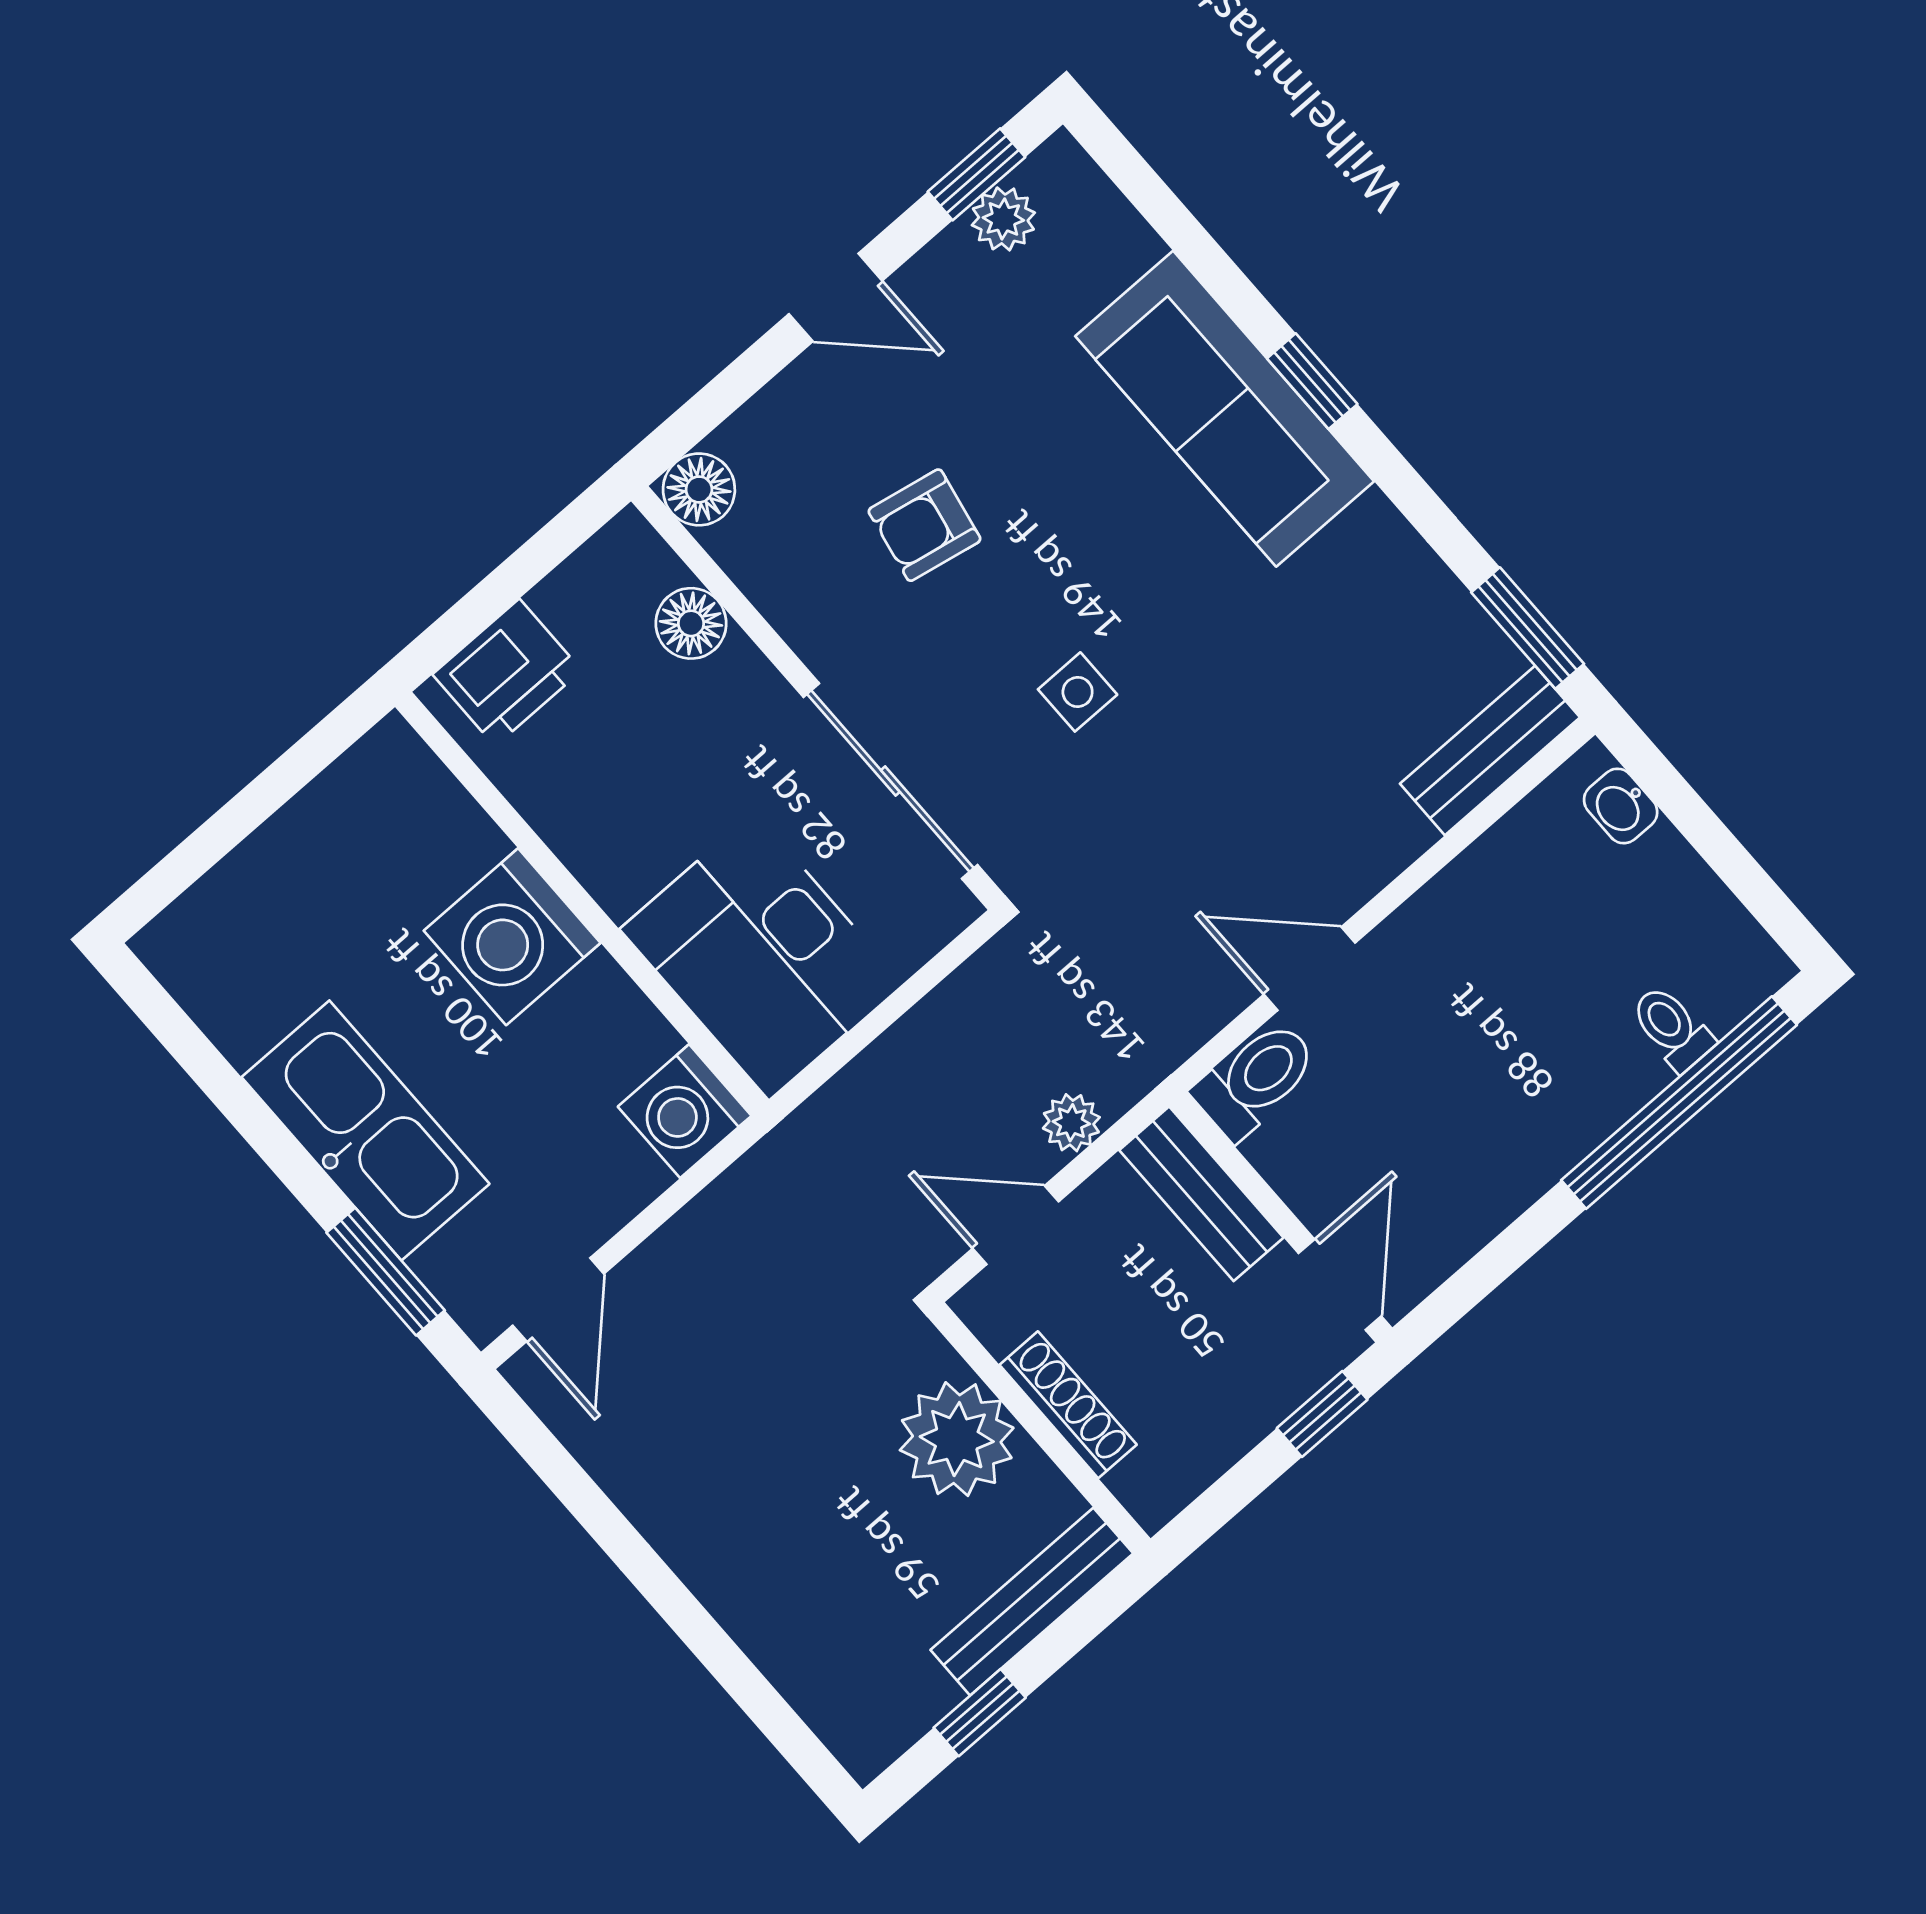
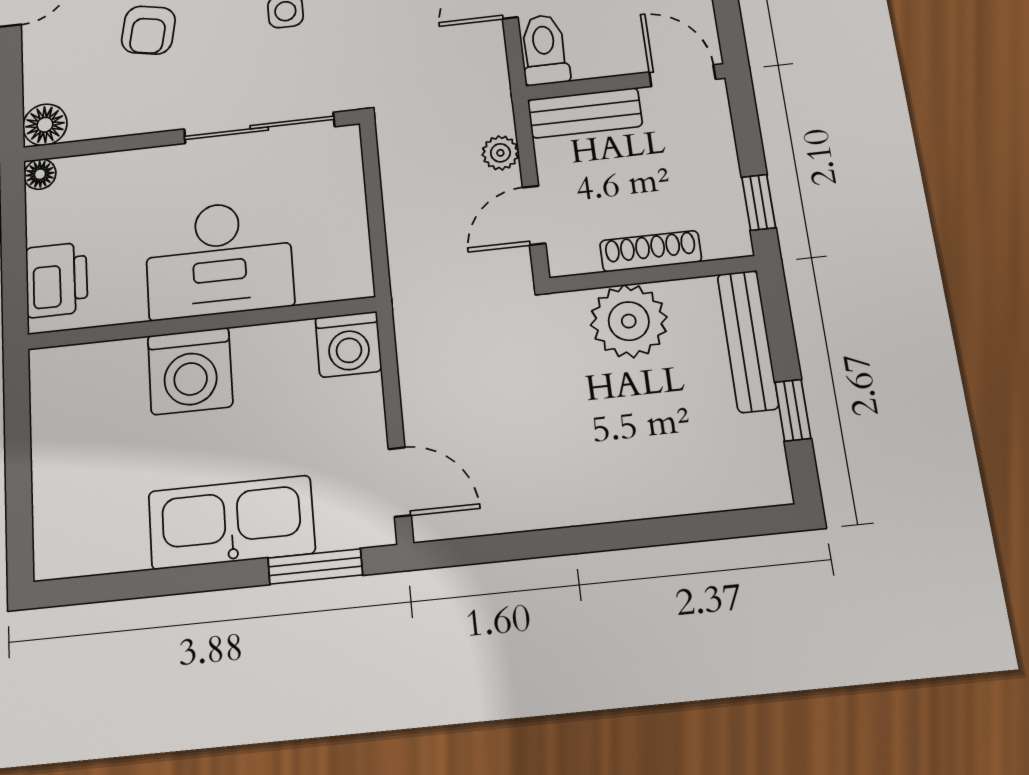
floor lamp: (691, 623) -> (40, 174), moved, width x0.73, depth x0.73
desk: (761, 956) -> (219, 259), moved
window: (1322, 1414) -> (759, 202), moved

